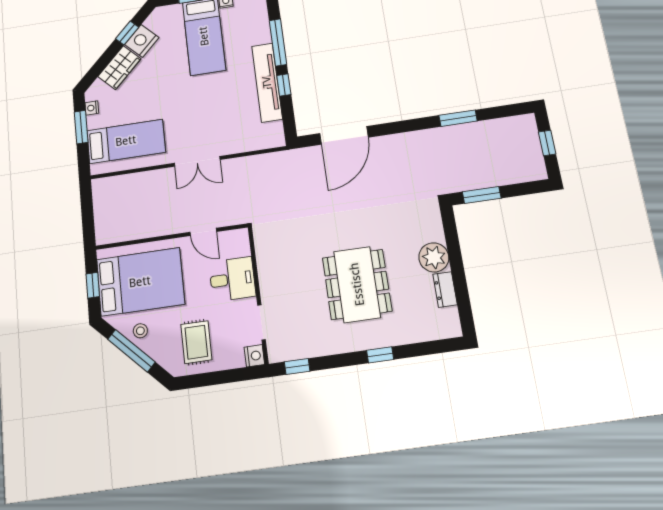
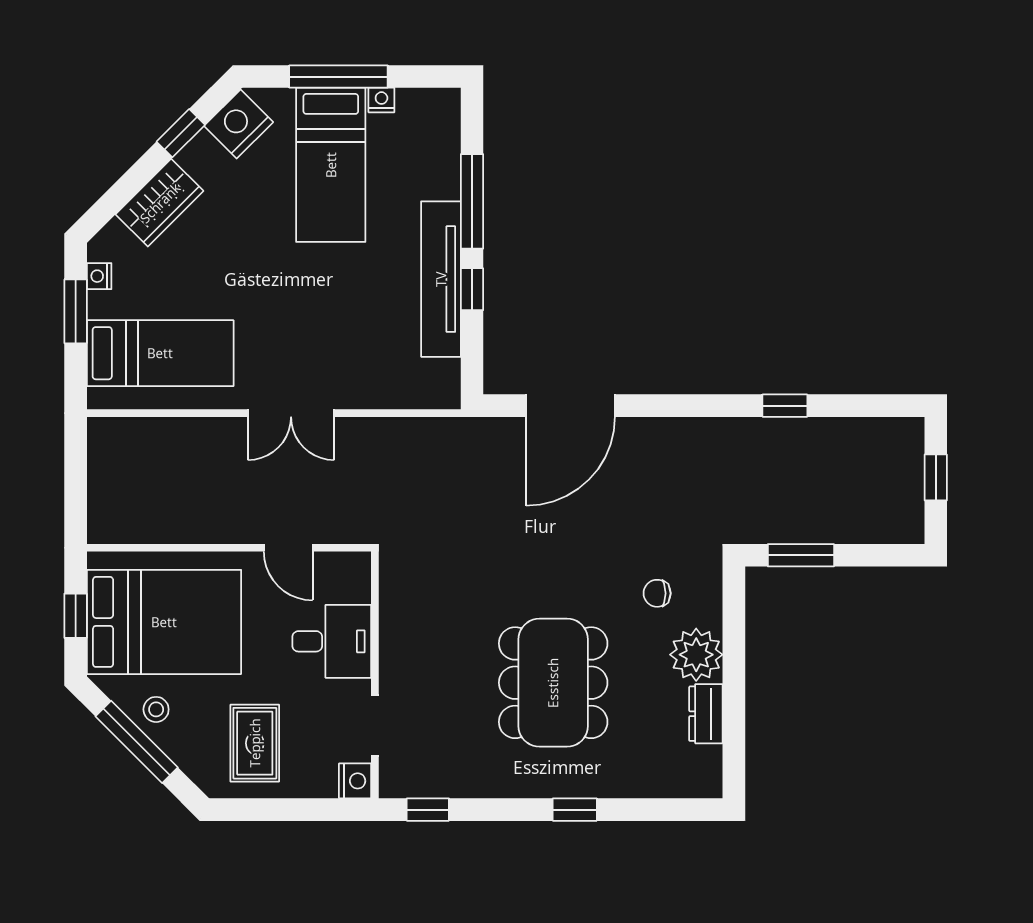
nightstand: (142, 41) -> (239, 124), moved
window: (458, 118) -> (785, 406), width x0.67
chair: (406, 227) -> (657, 593), added

